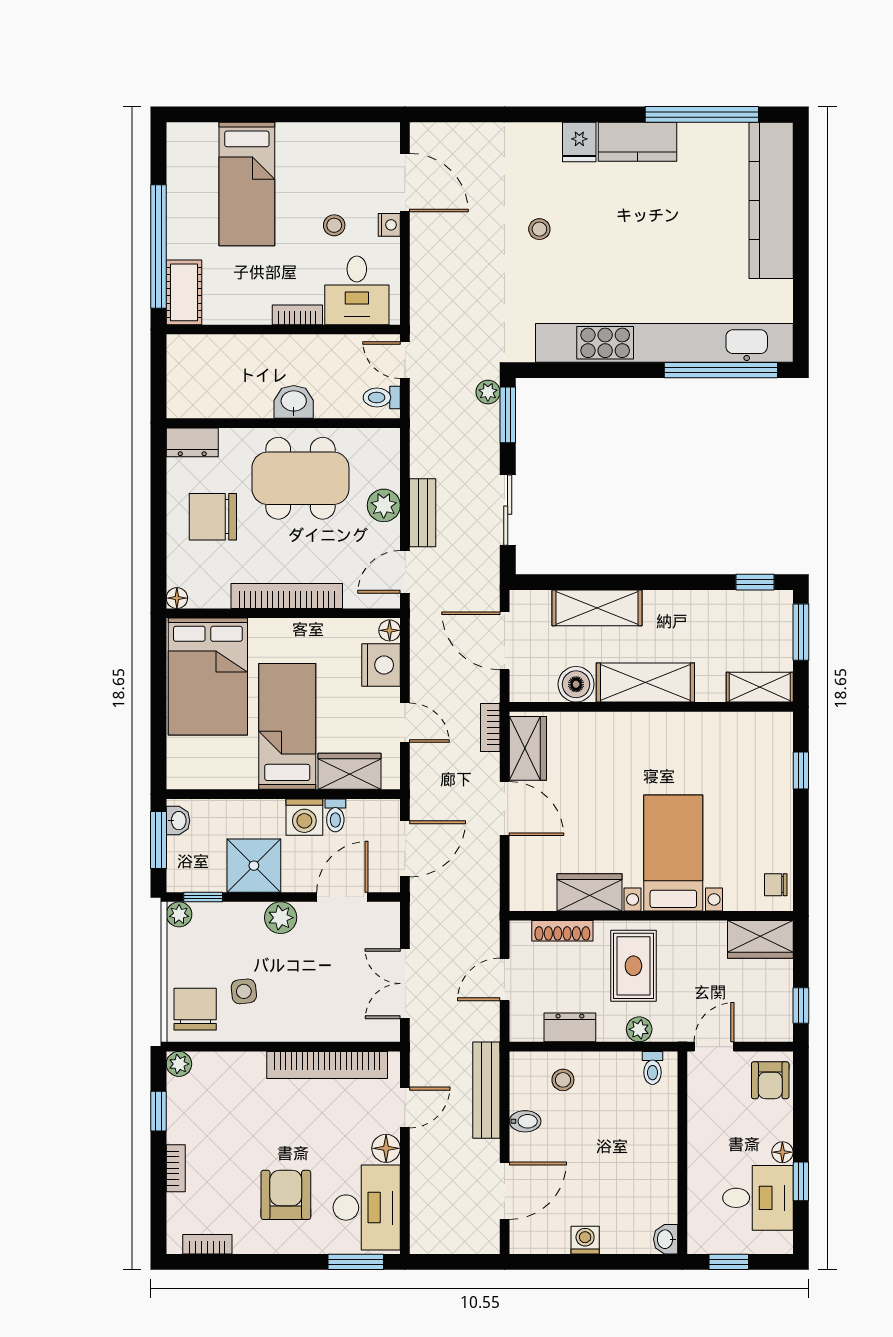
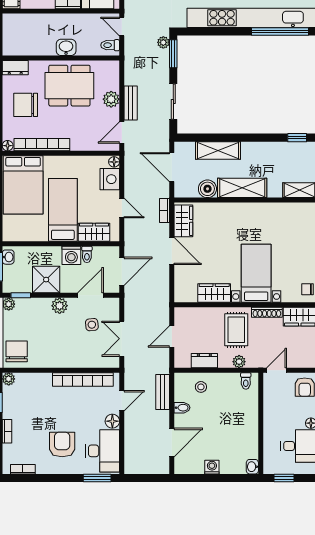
bookcase: (287, 596) -> (42, 145), moved
shoe rack: (562, 931) -> (267, 312), moved
side table: (244, 991) -> (92, 325), moved
bench: (486, 1090) -> (163, 392), width x0.73

